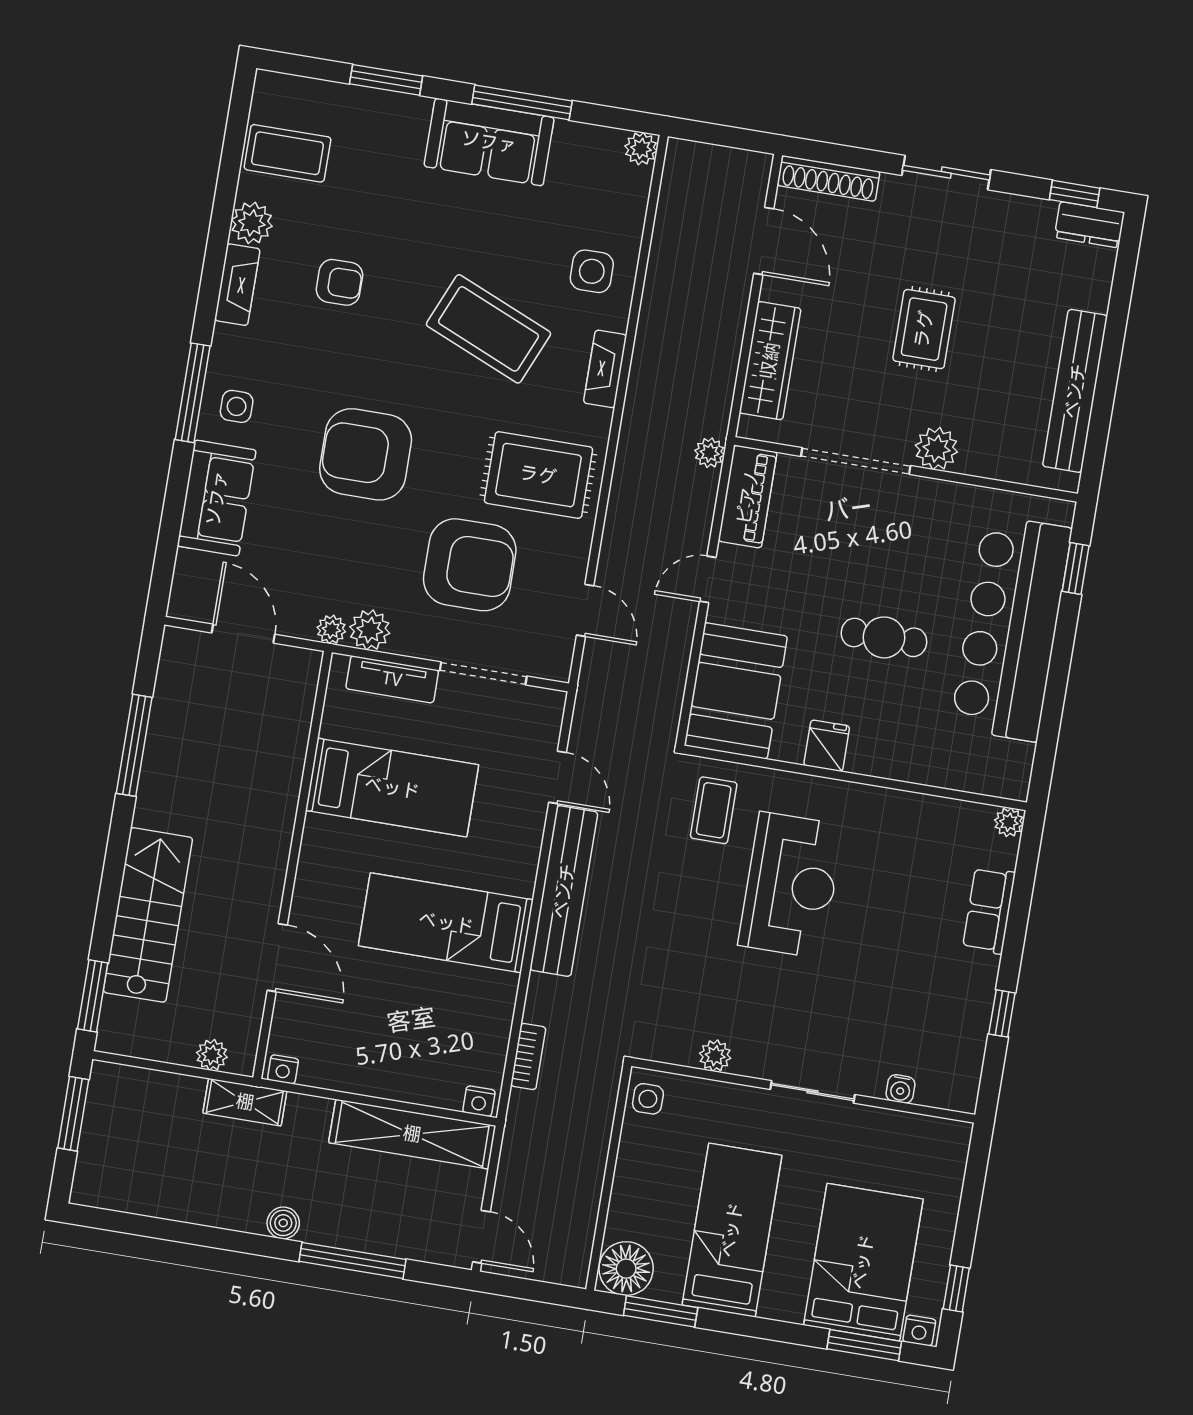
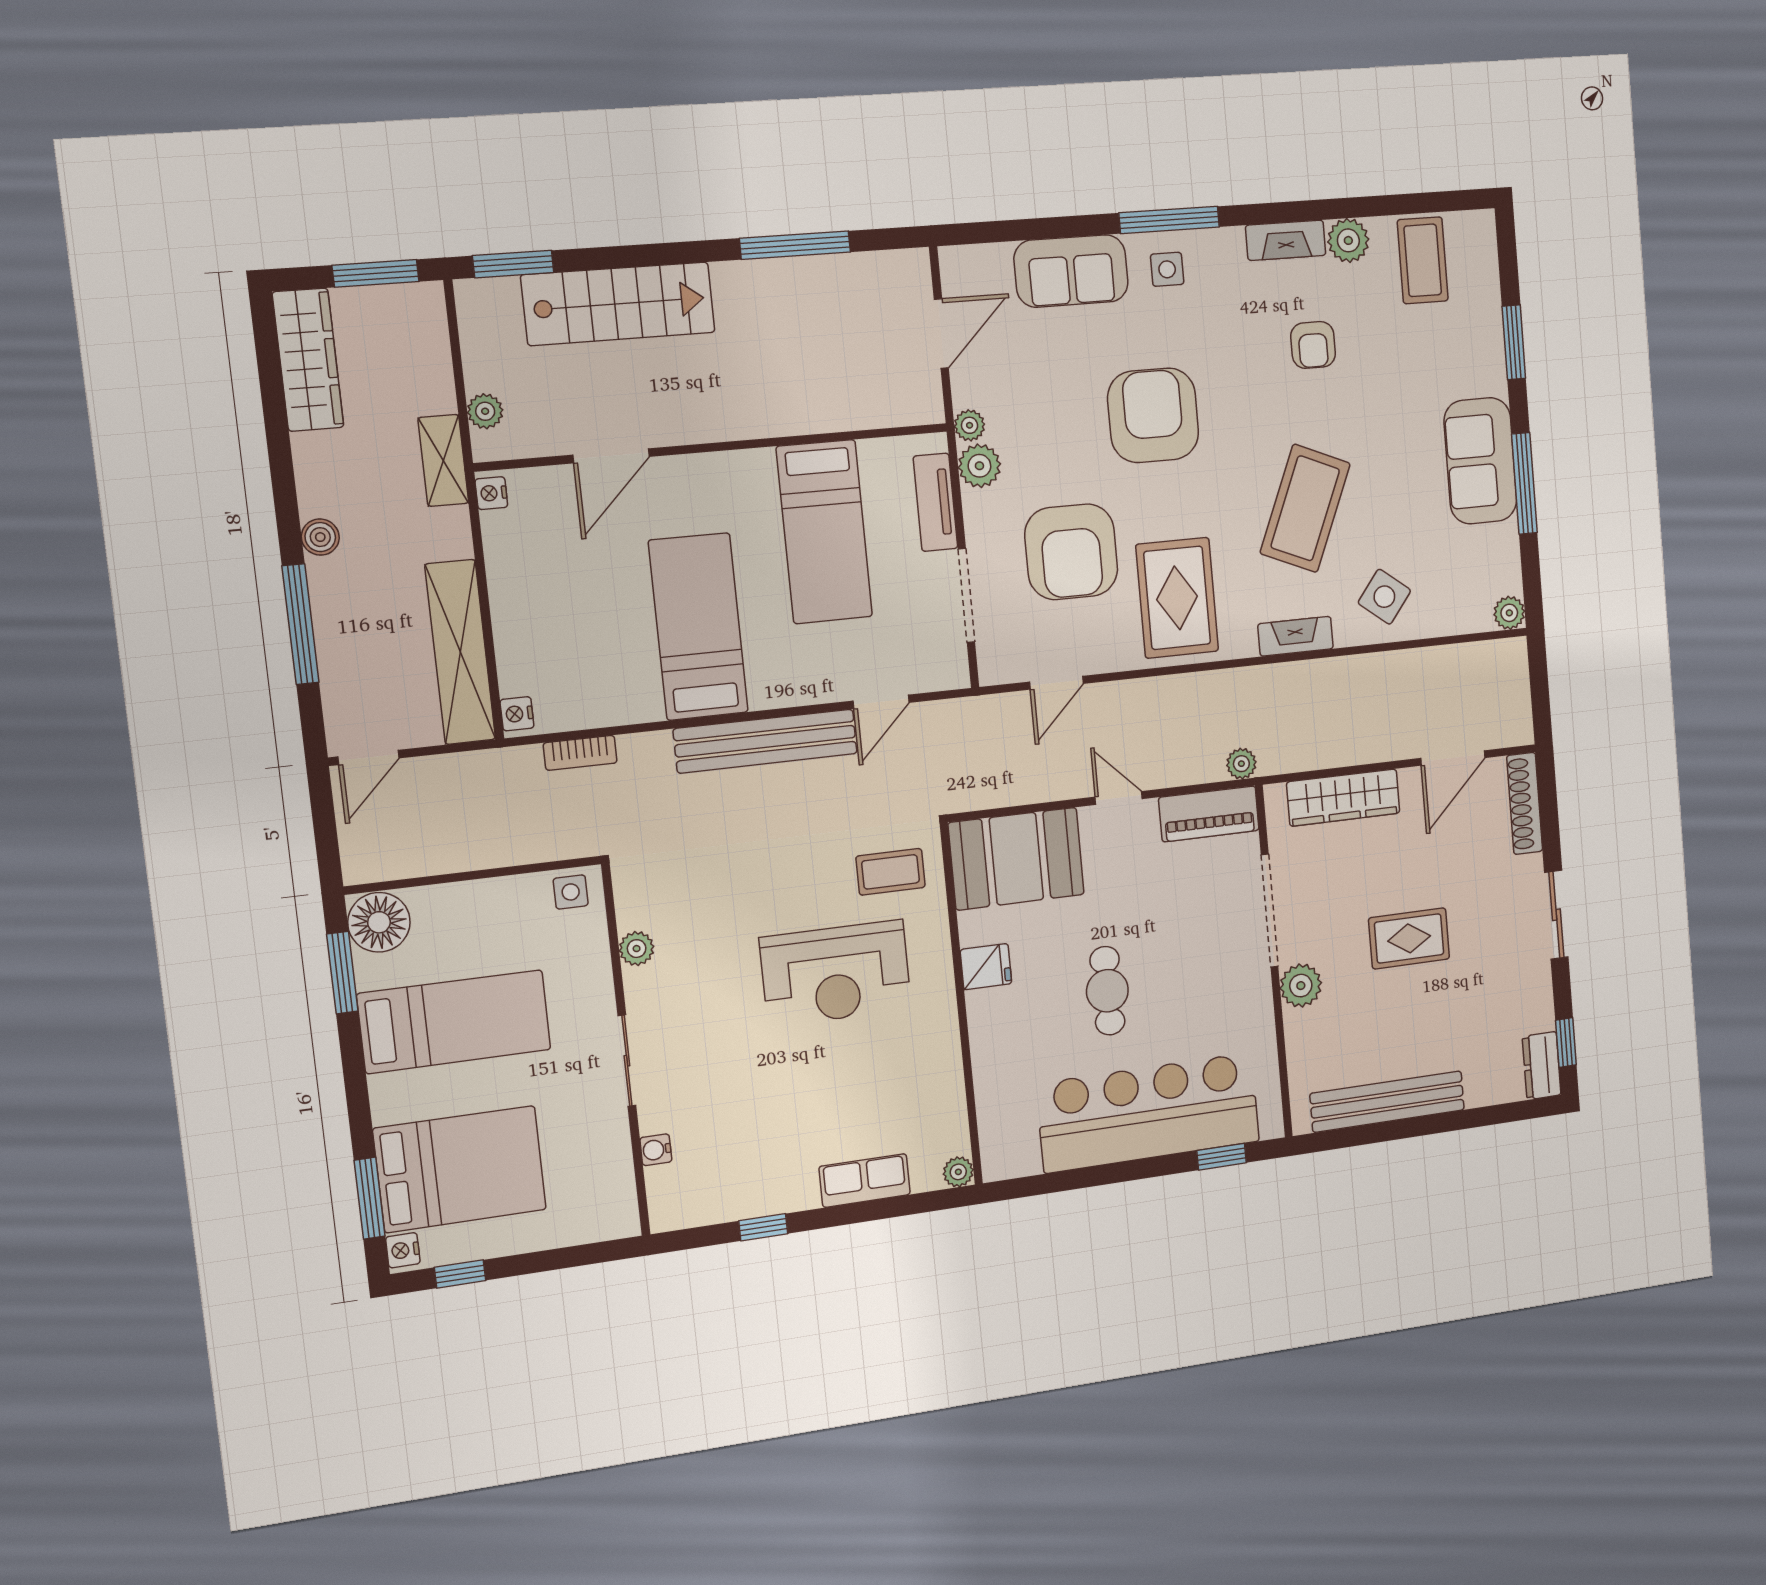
side table: (592, 271) -> (1384, 597), turned 38
wardrobe: (132, 1190) -> (308, 360), added

